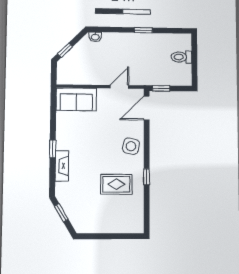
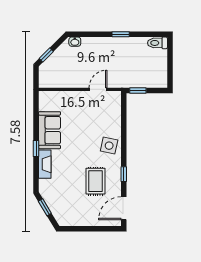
toilet: (181, 57) -> (157, 43), moved
sofa: (76, 99) -> (50, 130), moved, turned -90
door: (147, 108) -> (124, 208), moved
rug: (116, 184) -> (96, 181), turned 90

